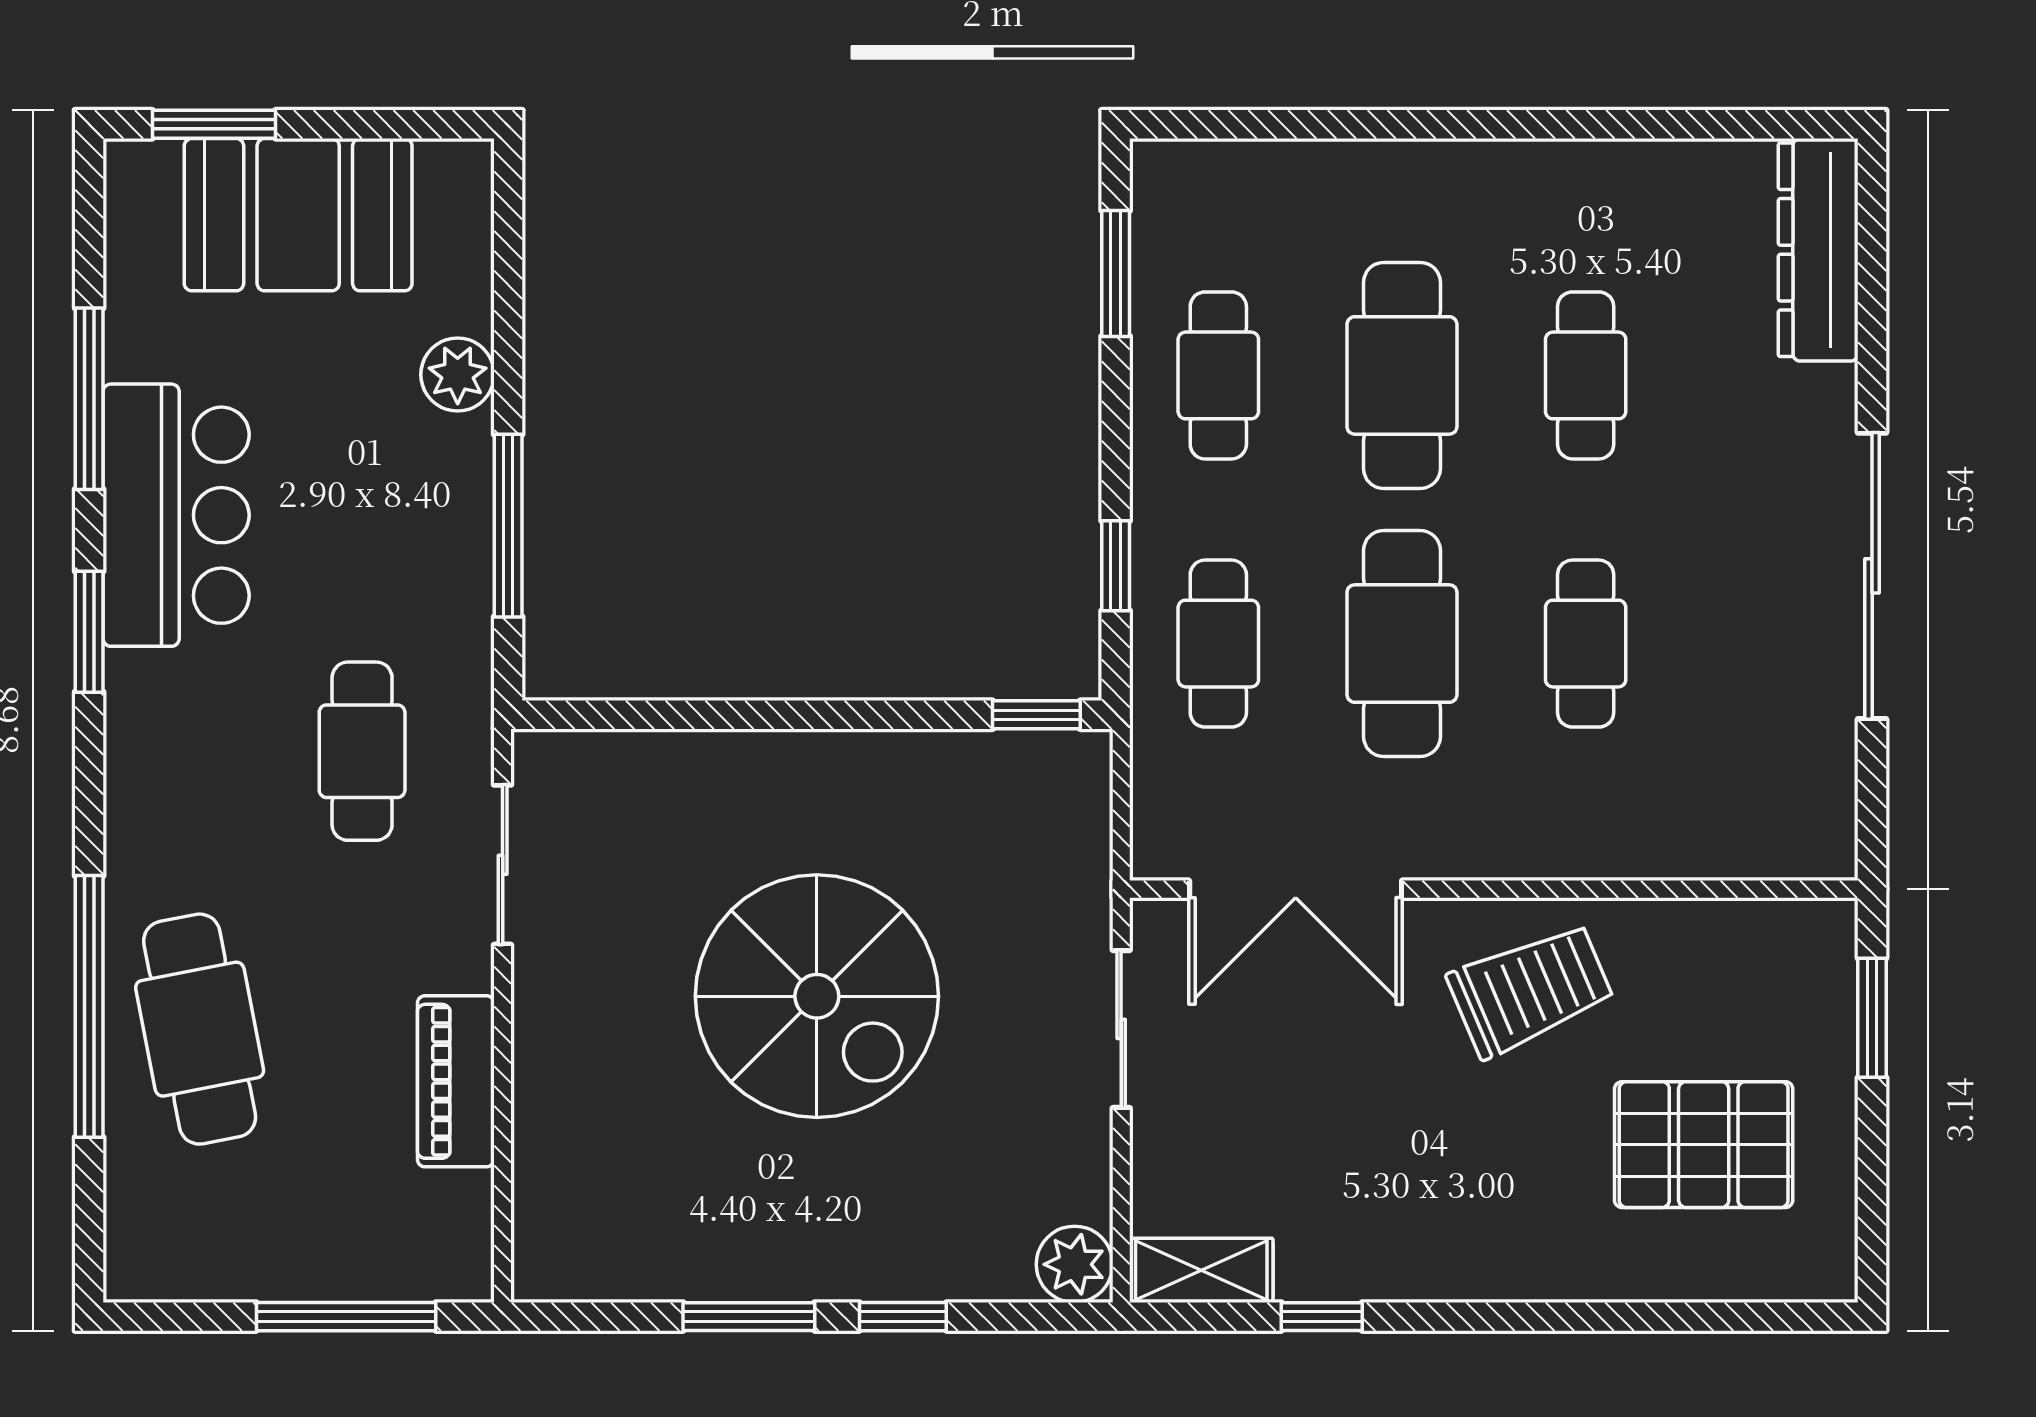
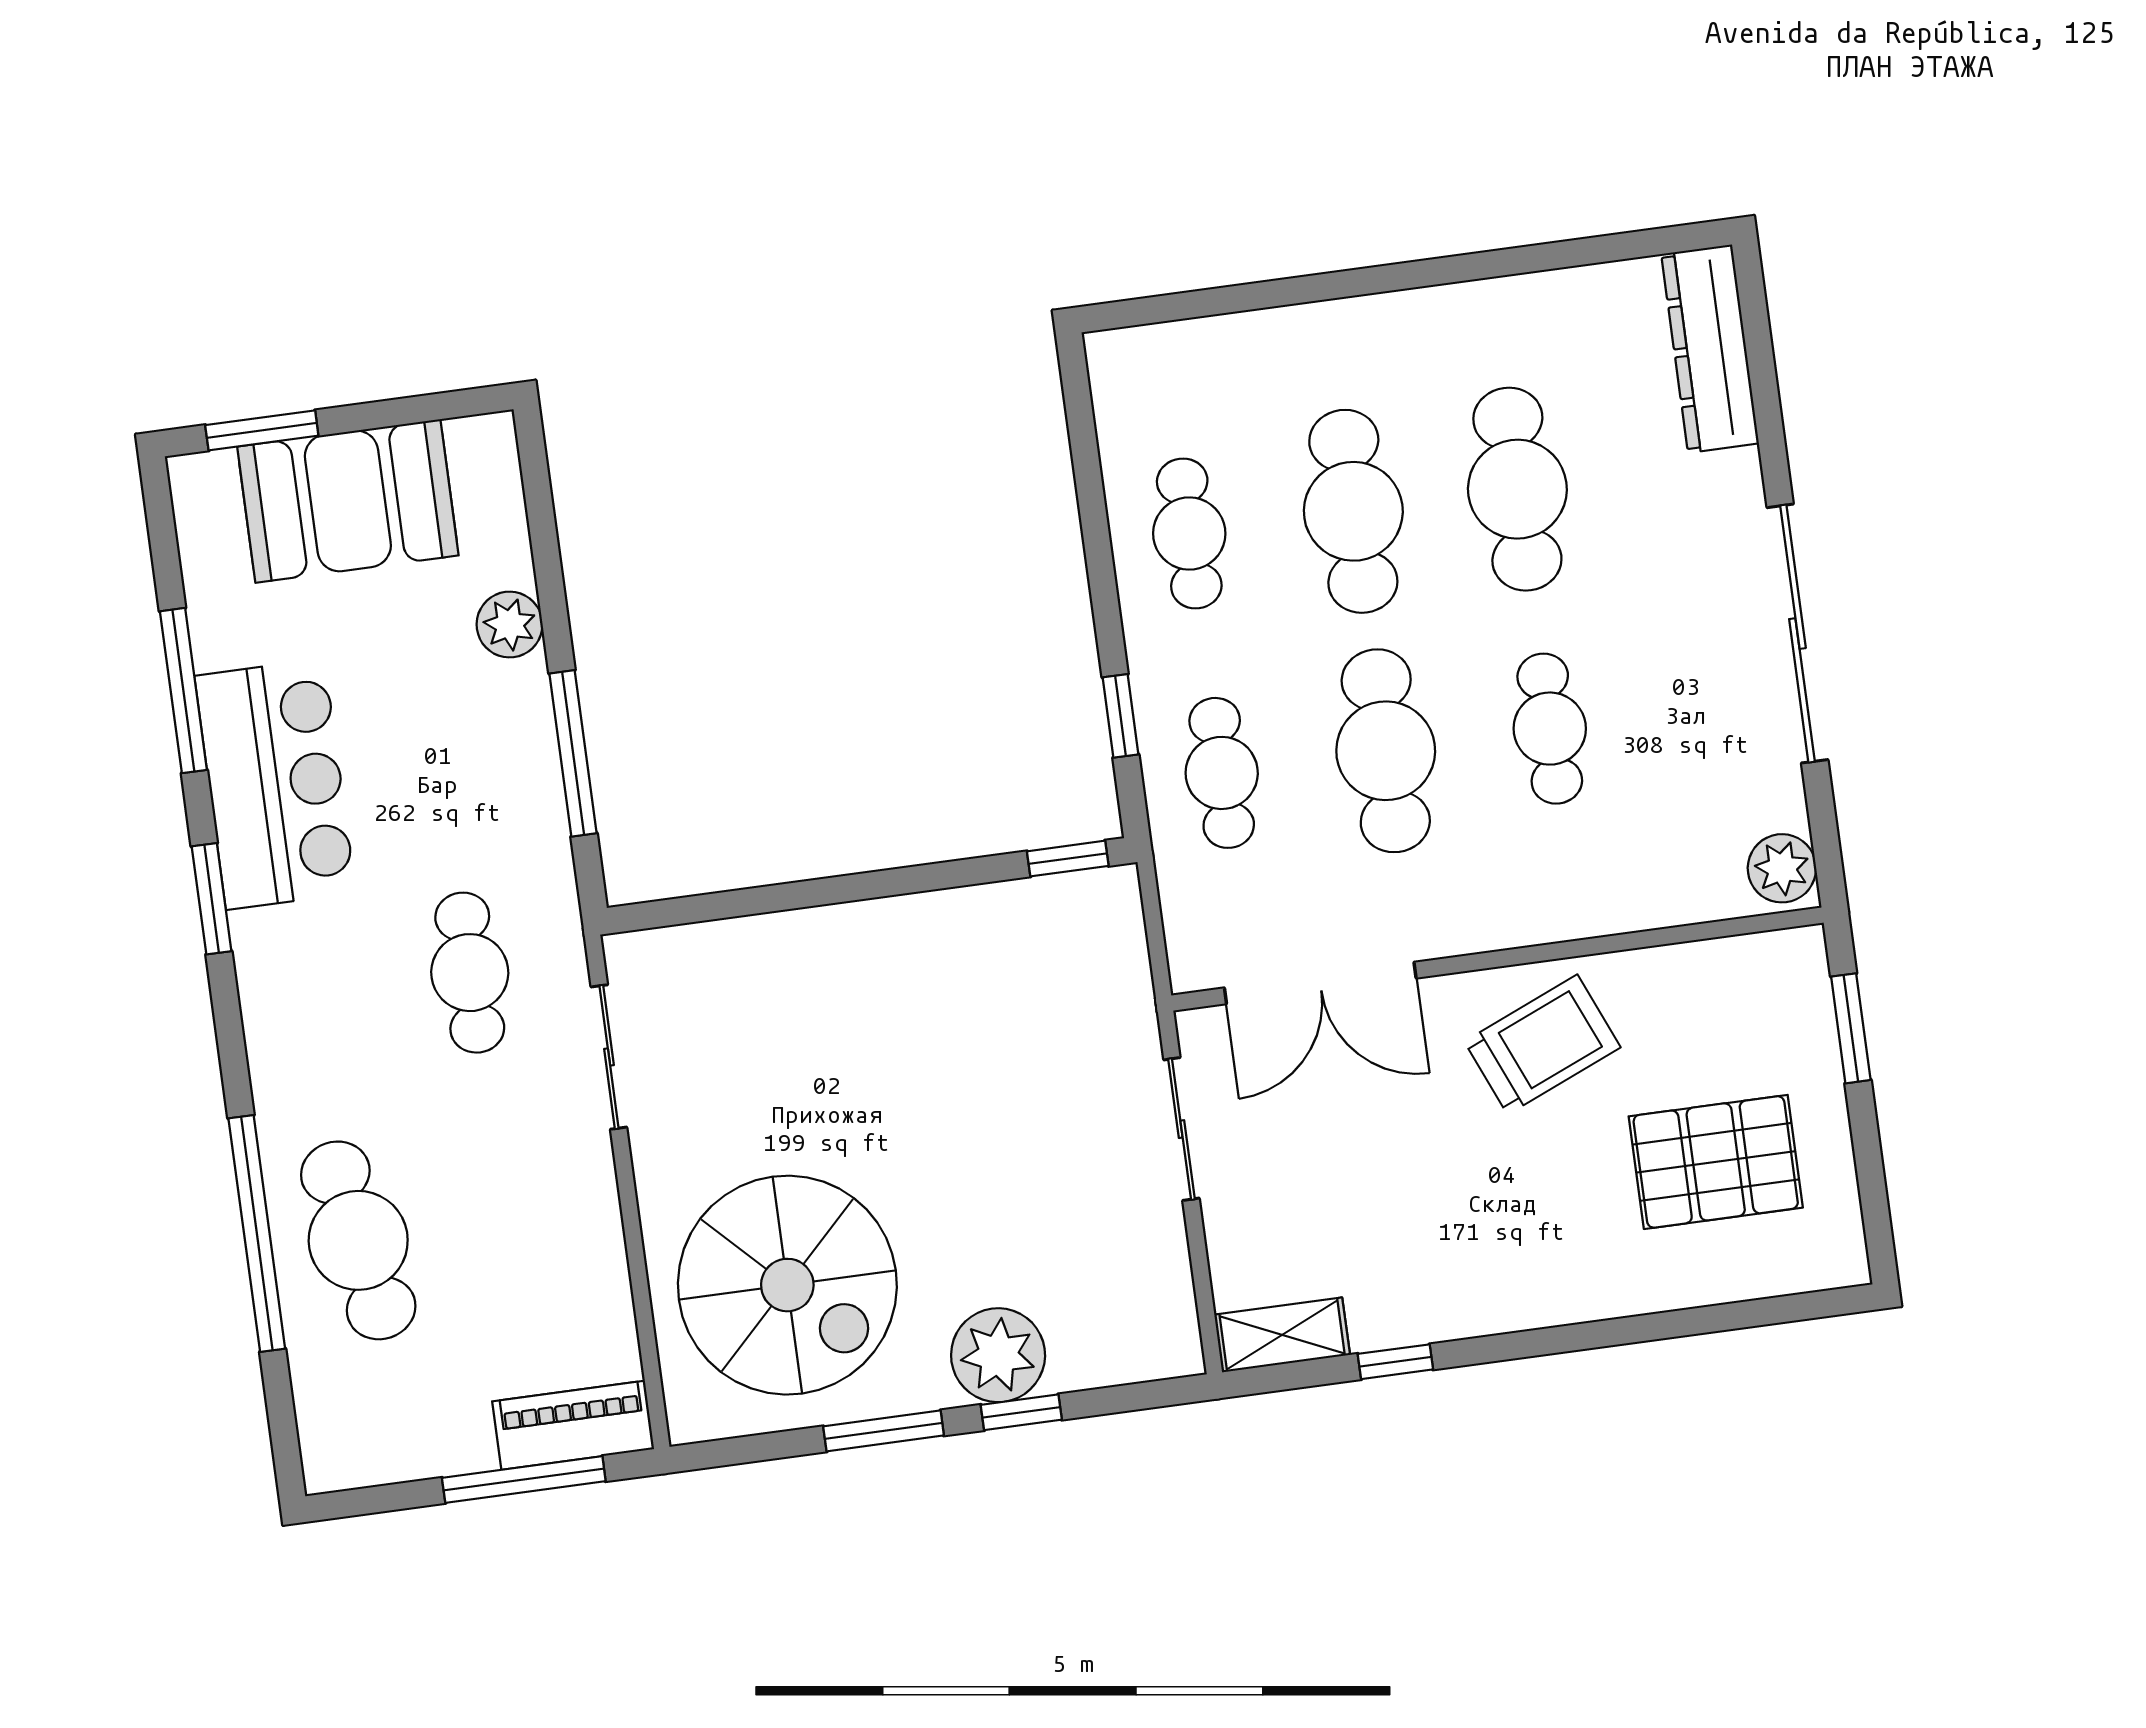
window: (1116, 273) -> (1085, 455), removed
cafe table: (1586, 375) -> (1517, 489), width x1.37, depth x1.35
plant: (1820, 832) -> (1782, 868), added
spiral stairs: (817, 996) -> (787, 1285), moved
piano: (456, 1081) -> (573, 1425), moved, turned 90
plant: (1075, 1264) -> (998, 1355), moved, width x1.36, depth x1.36

